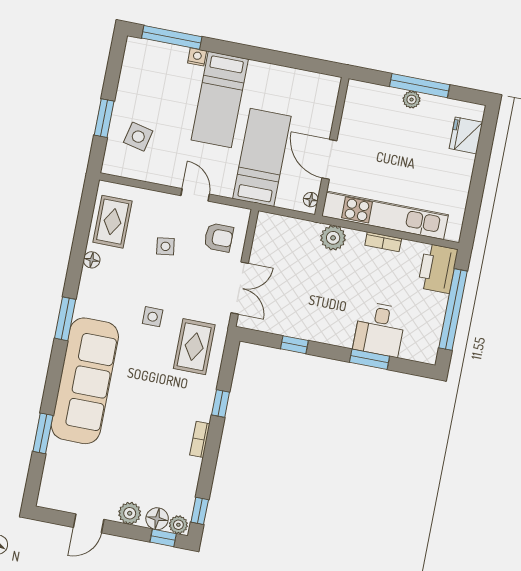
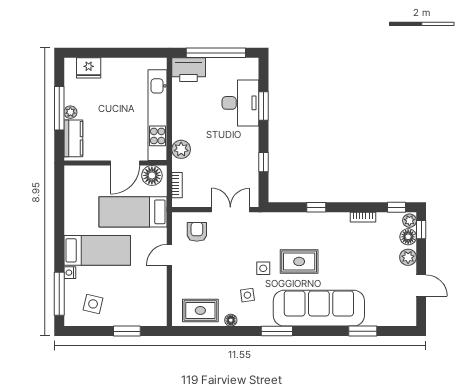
kitchen counter: (376, 97) -> (73, 138), added
side table: (138, 137) -> (93, 304), moved
floor lamp: (311, 200) -> (152, 175), width x1.89, depth x1.89
bookcase: (383, 242) -> (177, 185), moved
side table: (165, 246) -> (247, 295), moved
desk: (380, 329) -> (240, 103), width x1.37
rug: (194, 347) -> (299, 261), moved
bookcase: (200, 439) -> (363, 217), moved

